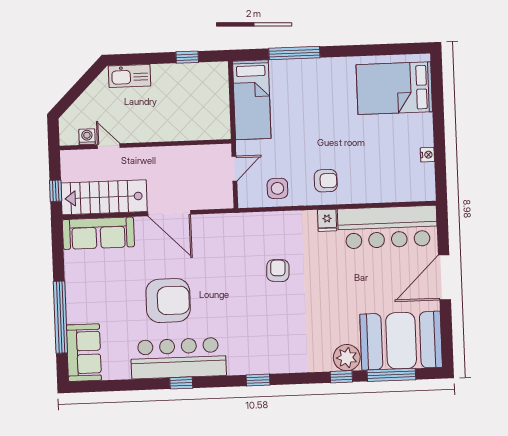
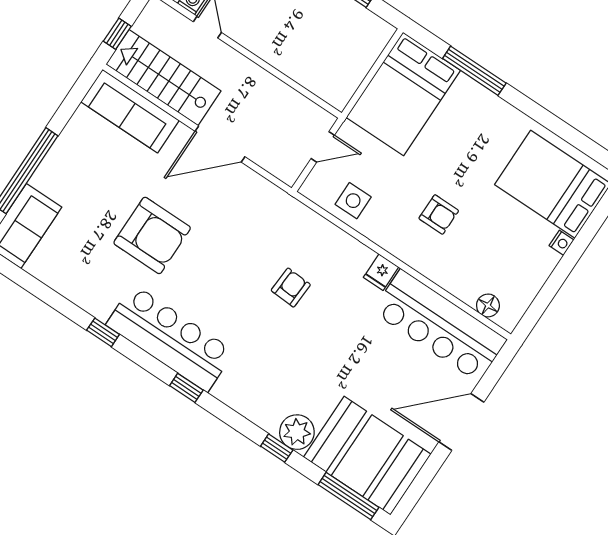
bed: (252, 100) -> (403, 94), width x1.50
nightstand: (427, 155) -> (561, 243), moved
armchair: (326, 181) -> (439, 214), moved
floor lamp: (409, 193) -> (488, 305), added
door: (169, 213) -> (220, 144), hinge flipped
bar counter: (178, 358) -> (170, 338), moved
window: (391, 375) -> (348, 496), moved

